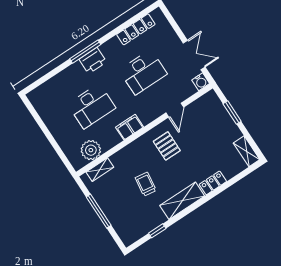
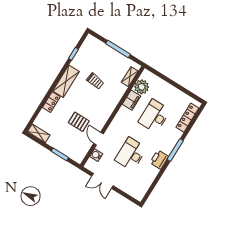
locker: (136, 29) -> (187, 118), moved
printer: (93, 61) -> (159, 160), moved
water cooler: (201, 82) -> (96, 155), moved
filing cabinet: (130, 127) -> (132, 100), moved
pallet: (167, 146) -> (79, 122), moved

